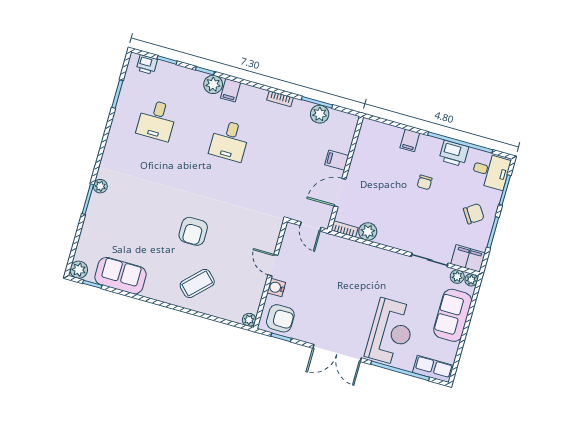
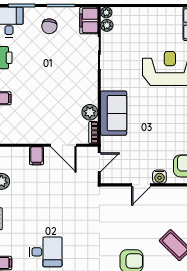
chair: (425, 182) -> (34, 76), removed
chair: (474, 214) -> (49, 26), turned -139
sofa: (453, 315) -> (114, 113), moved, turned -90

